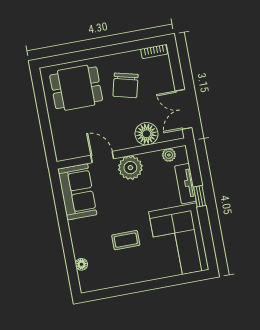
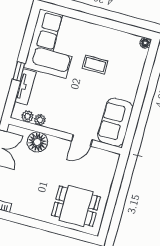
chair: (126, 85) -> (35, 189), removed
door: (102, 157) -> (82, 140), hinge flipped
plant: (130, 168) -> (40, 120), moved, width x0.53, depth x0.53
floor lamp: (81, 264) -> (145, 43), moved

